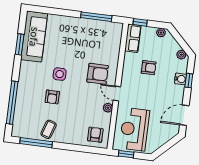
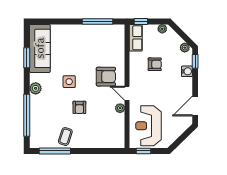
plant: (25, 77) -> (36, 88), added
window: (189, 81) -> (195, 61), moved
armchair: (52, 97) -> (79, 107), moved
armchair: (95, 135) -> (111, 136), removed

